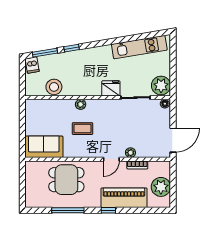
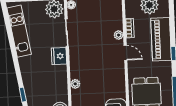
coffee table: (83, 129) -> (98, 81), removed

